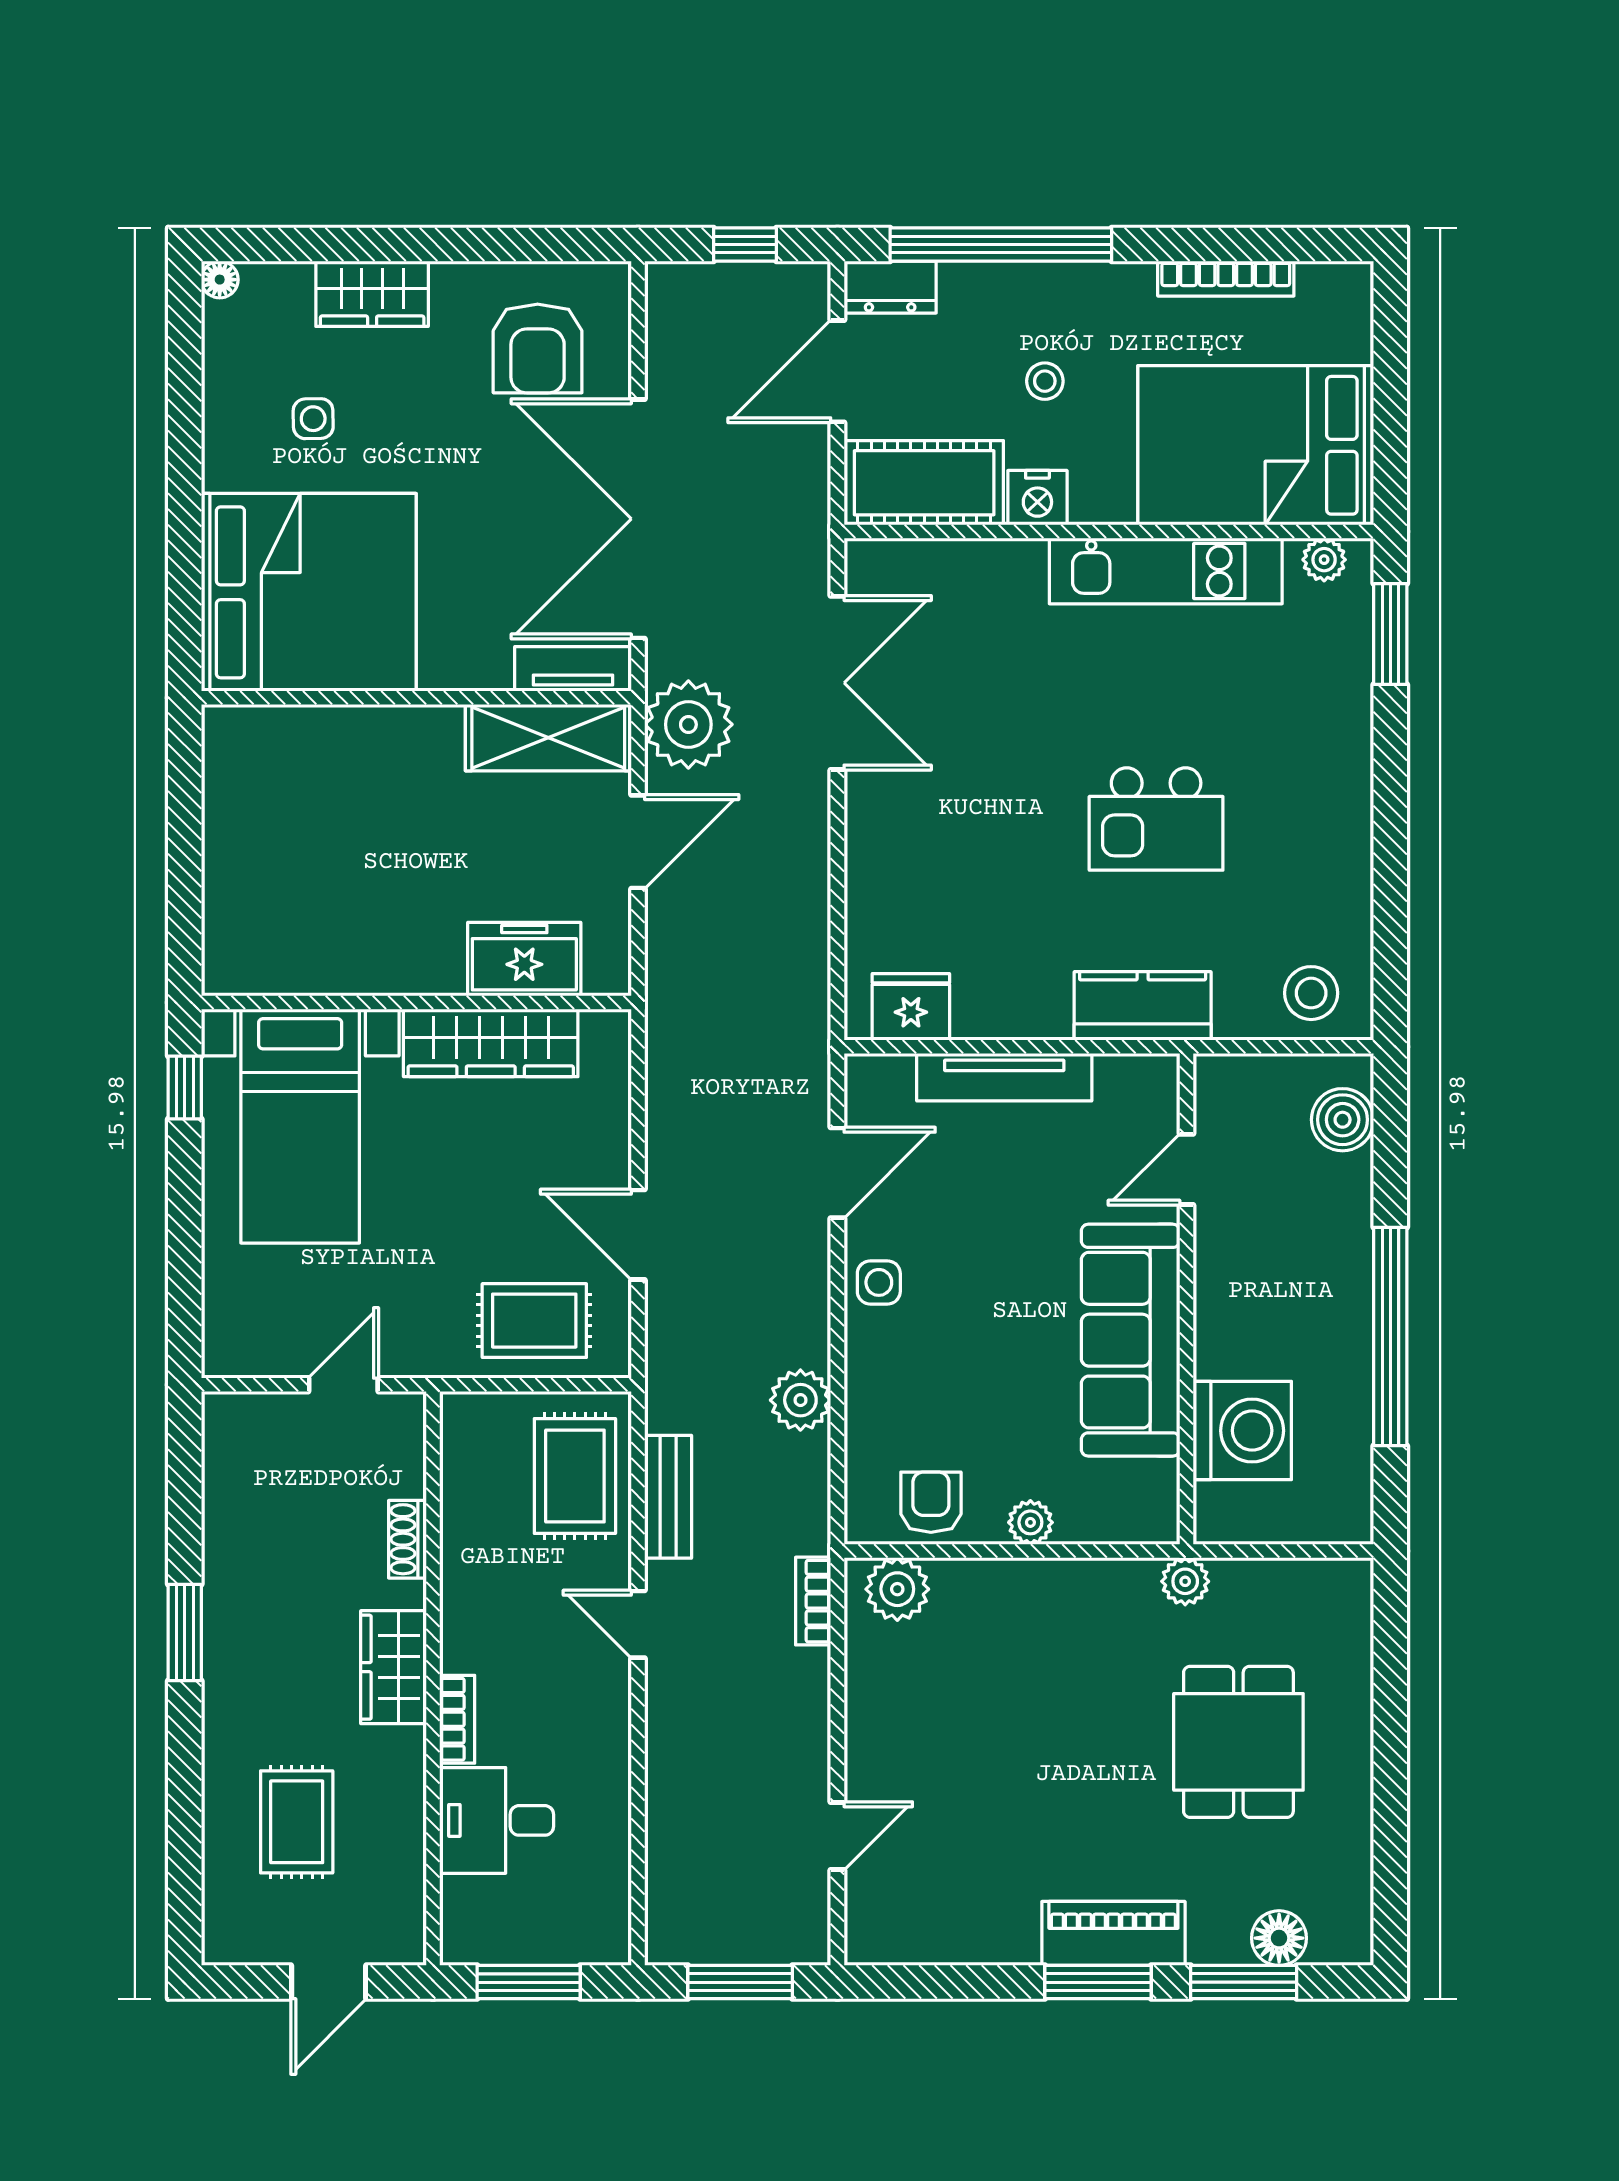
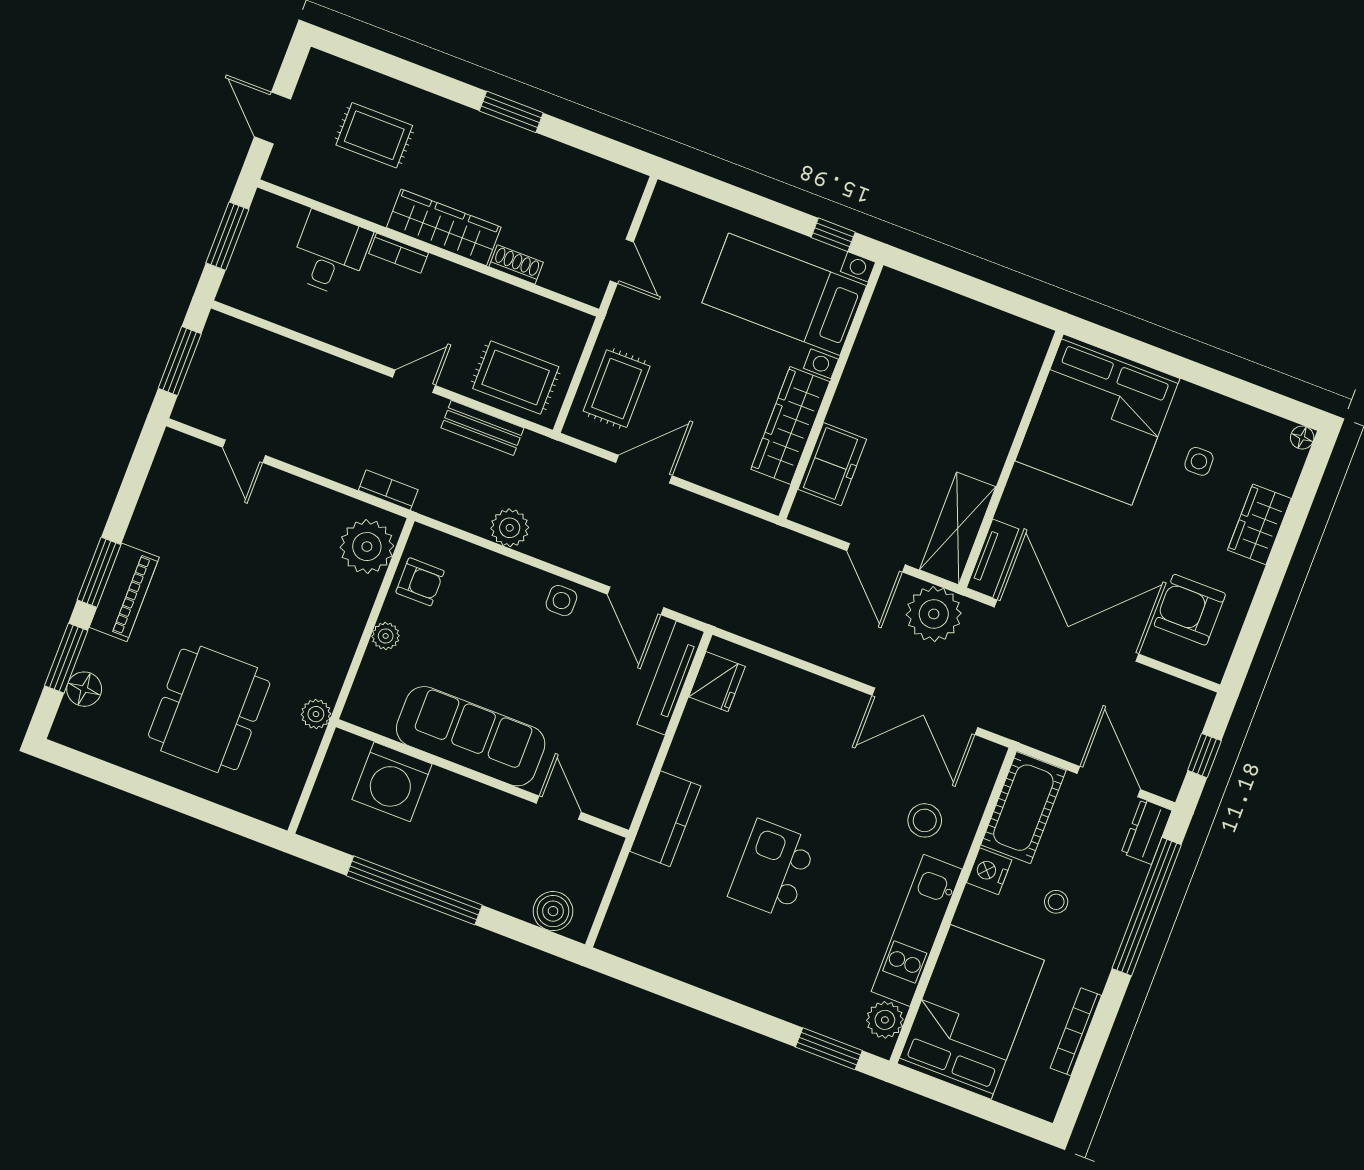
plant: (1324, 560) -> (885, 1020), width x1.38, depth x1.38
stool: (1311, 993) -> (925, 820), moved
tv unit: (1004, 1077) -> (671, 678), moved
plant: (897, 1589) -> (367, 547), width x1.36, depth x1.36
wardrobe: (394, 1667) -> (444, 227), width x1.50
dining table: (1238, 1742) -> (209, 709), width x1.38

